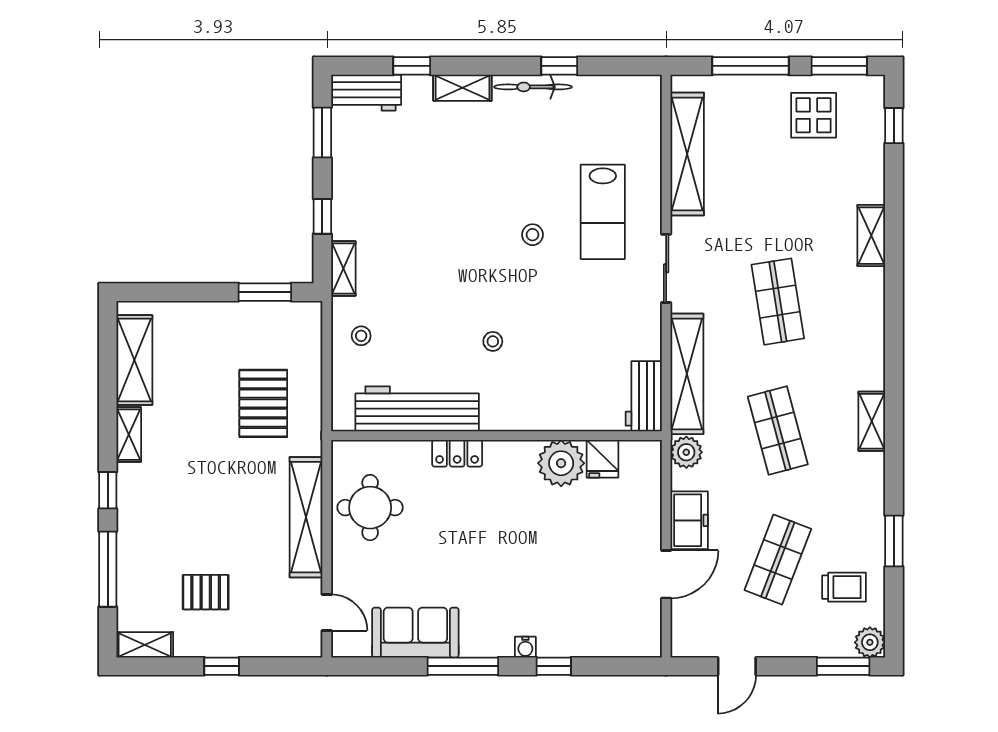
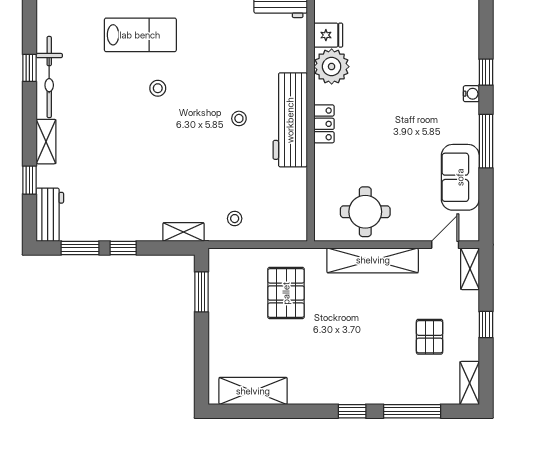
bicycle: (533, 87) -> (49, 77), width x1.37, depth x1.40
window: (322, 216) -> (123, 248), moved
pallet: (263, 403) -> (286, 293), turned 90
workbench: (417, 409) -> (290, 120), moved
shelving: (129, 435) -> (470, 269), moved, turned 90
locker: (457, 453) -> (324, 124), moved

